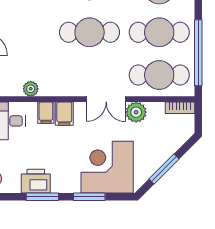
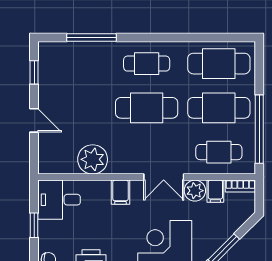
cafe table: (159, 75) -> (219, 152), width x0.73, depth x0.74
plant: (31, 89) -> (93, 159), width x1.88, depth x1.88
filing cabinet: (46, 113) -> (215, 191), moved

